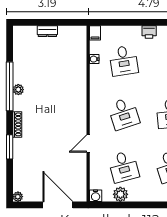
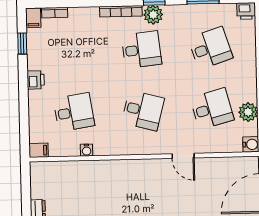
water cooler: (94, 59) -> (87, 150), moved
desk: (124, 114) -> (143, 110), turned 33

